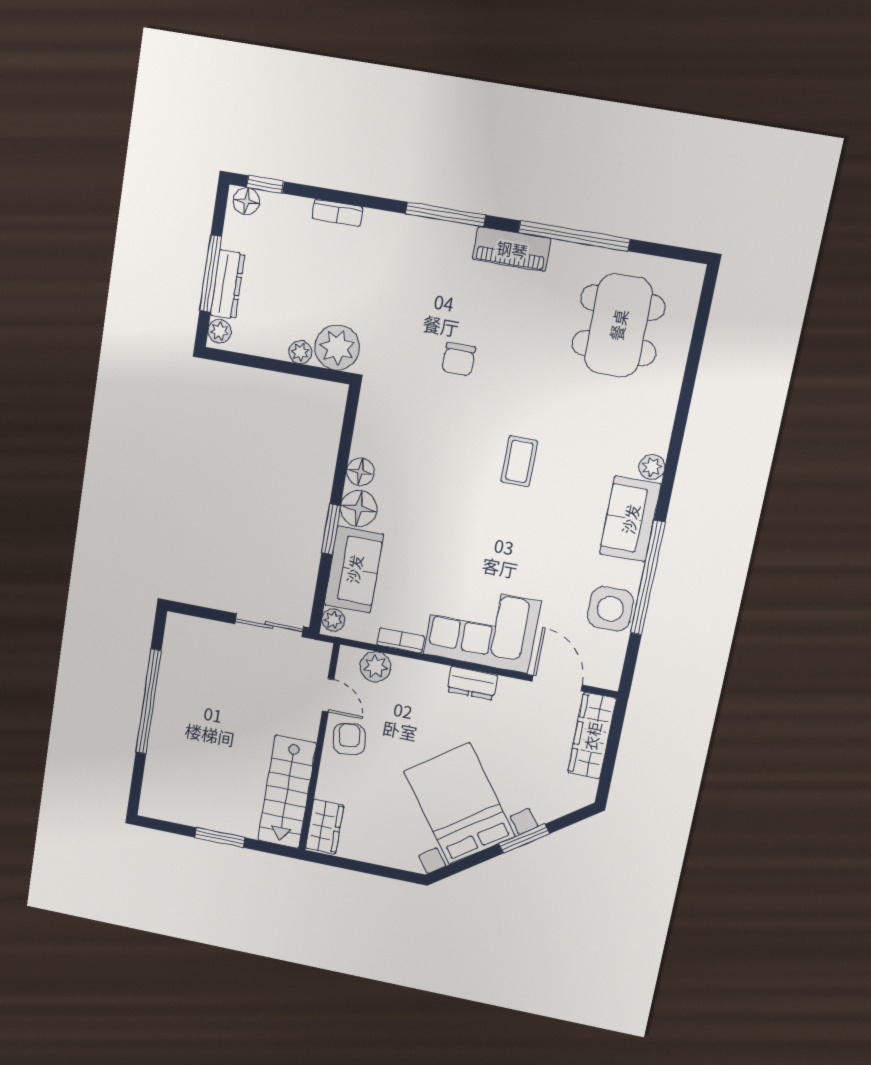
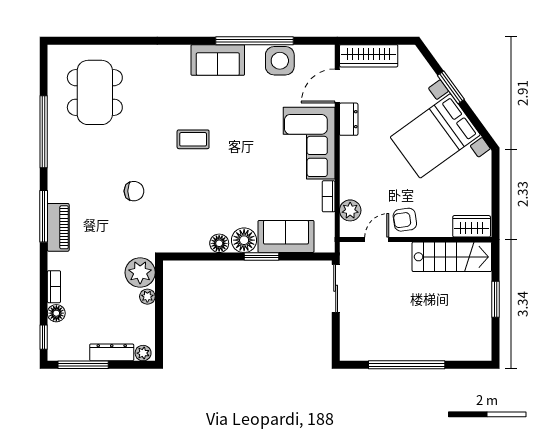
floor lamp: (246, 201) -> (56, 313), moved
piano: (512, 249) -> (58, 227), moved
window: (211, 274) -> (83, 365), moved
dining table: (618, 325) -> (95, 92), turned 90
plant: (652, 467) -> (181, 53), removed
plant: (333, 620) -> (323, 245), removed
dresser: (472, 683) -> (349, 119), moved

